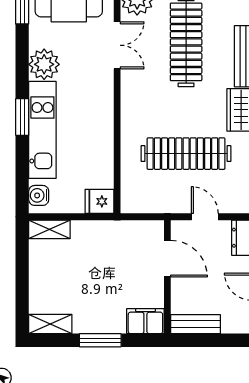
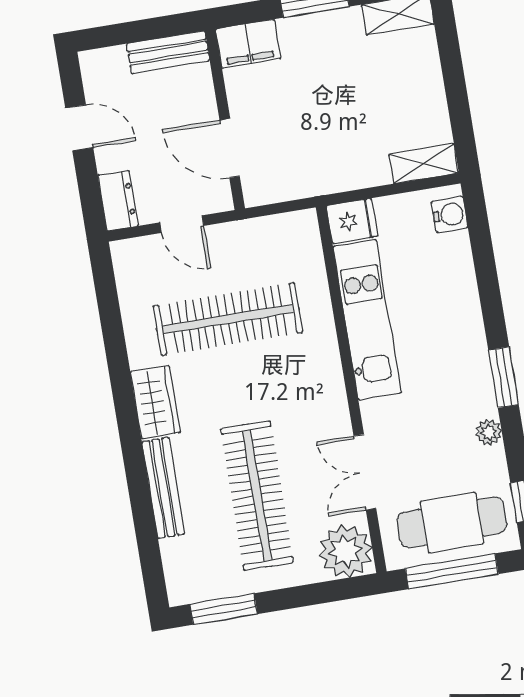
plant: (44, 64) -> (489, 433), width x0.53, depth x0.53
window: (22, 117) -> (503, 377), moved
kitchen unit: (42, 130) -> (367, 320), moved, turned 180

